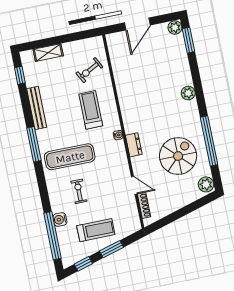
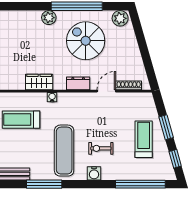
plant: (188, 93) -> (49, 18), moved
wardrobe: (130, 120) -> (39, 82), added
dresser: (134, 145) -> (78, 83), moved
water cooler: (60, 220) -> (94, 173), moved

